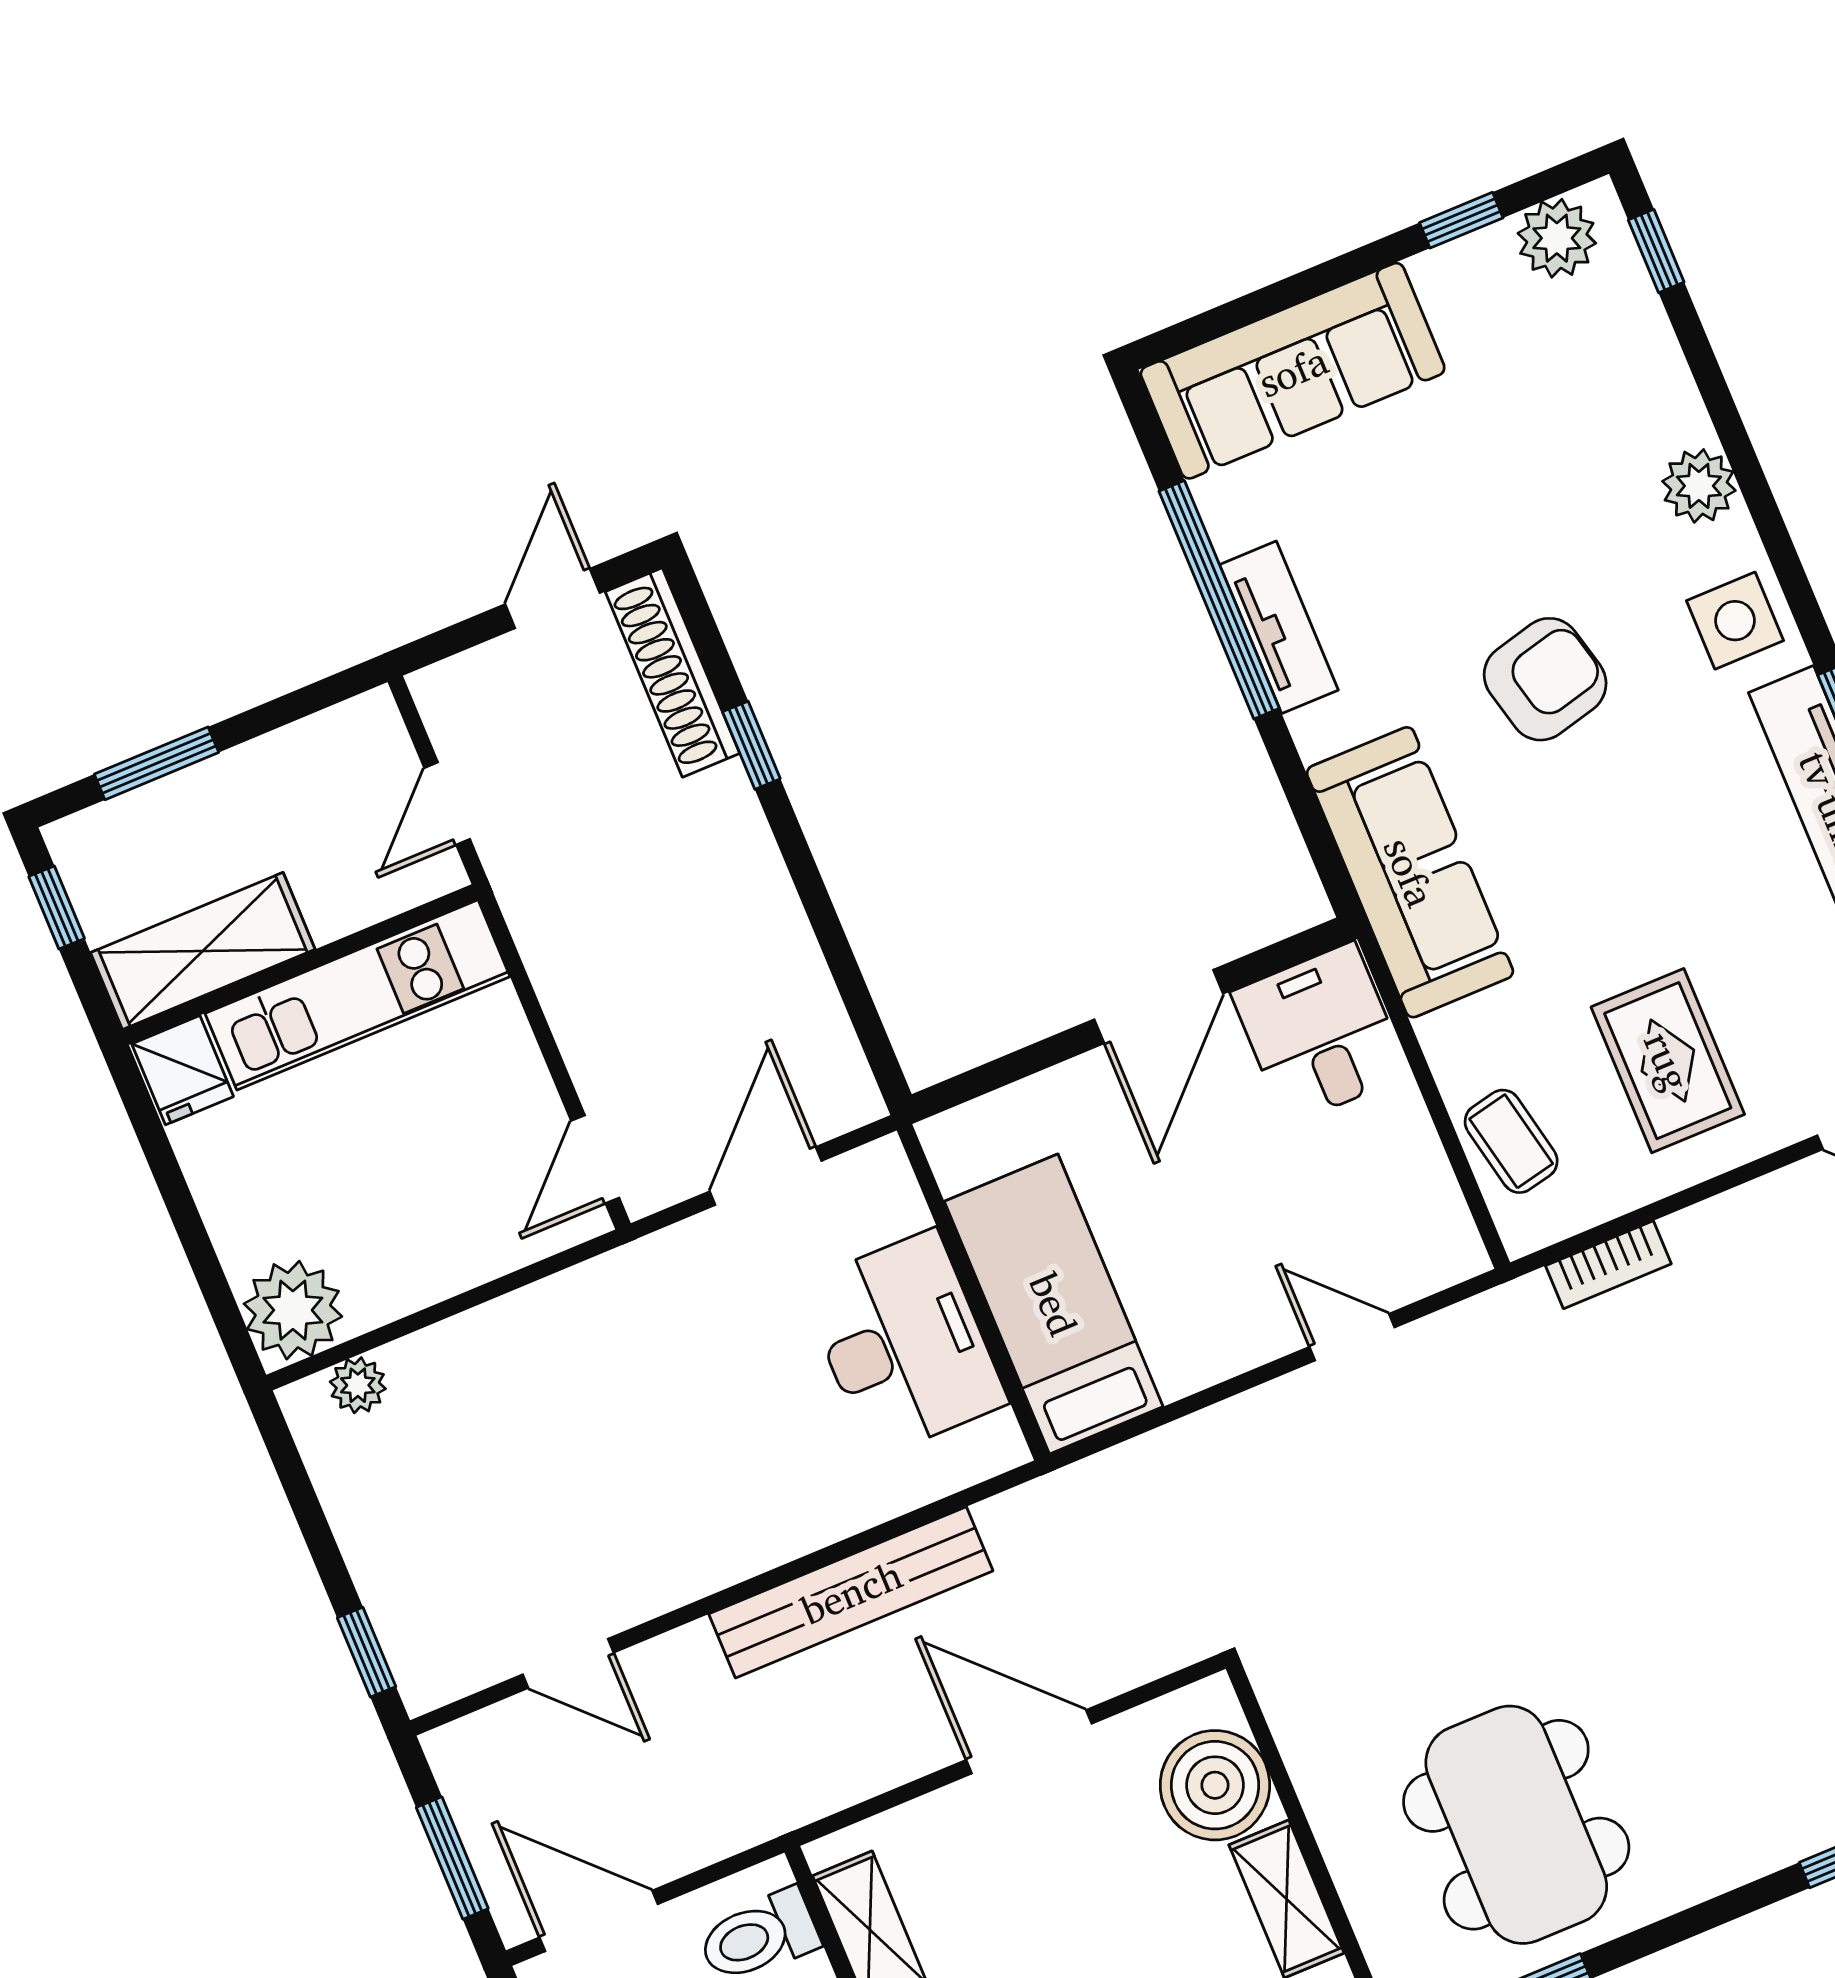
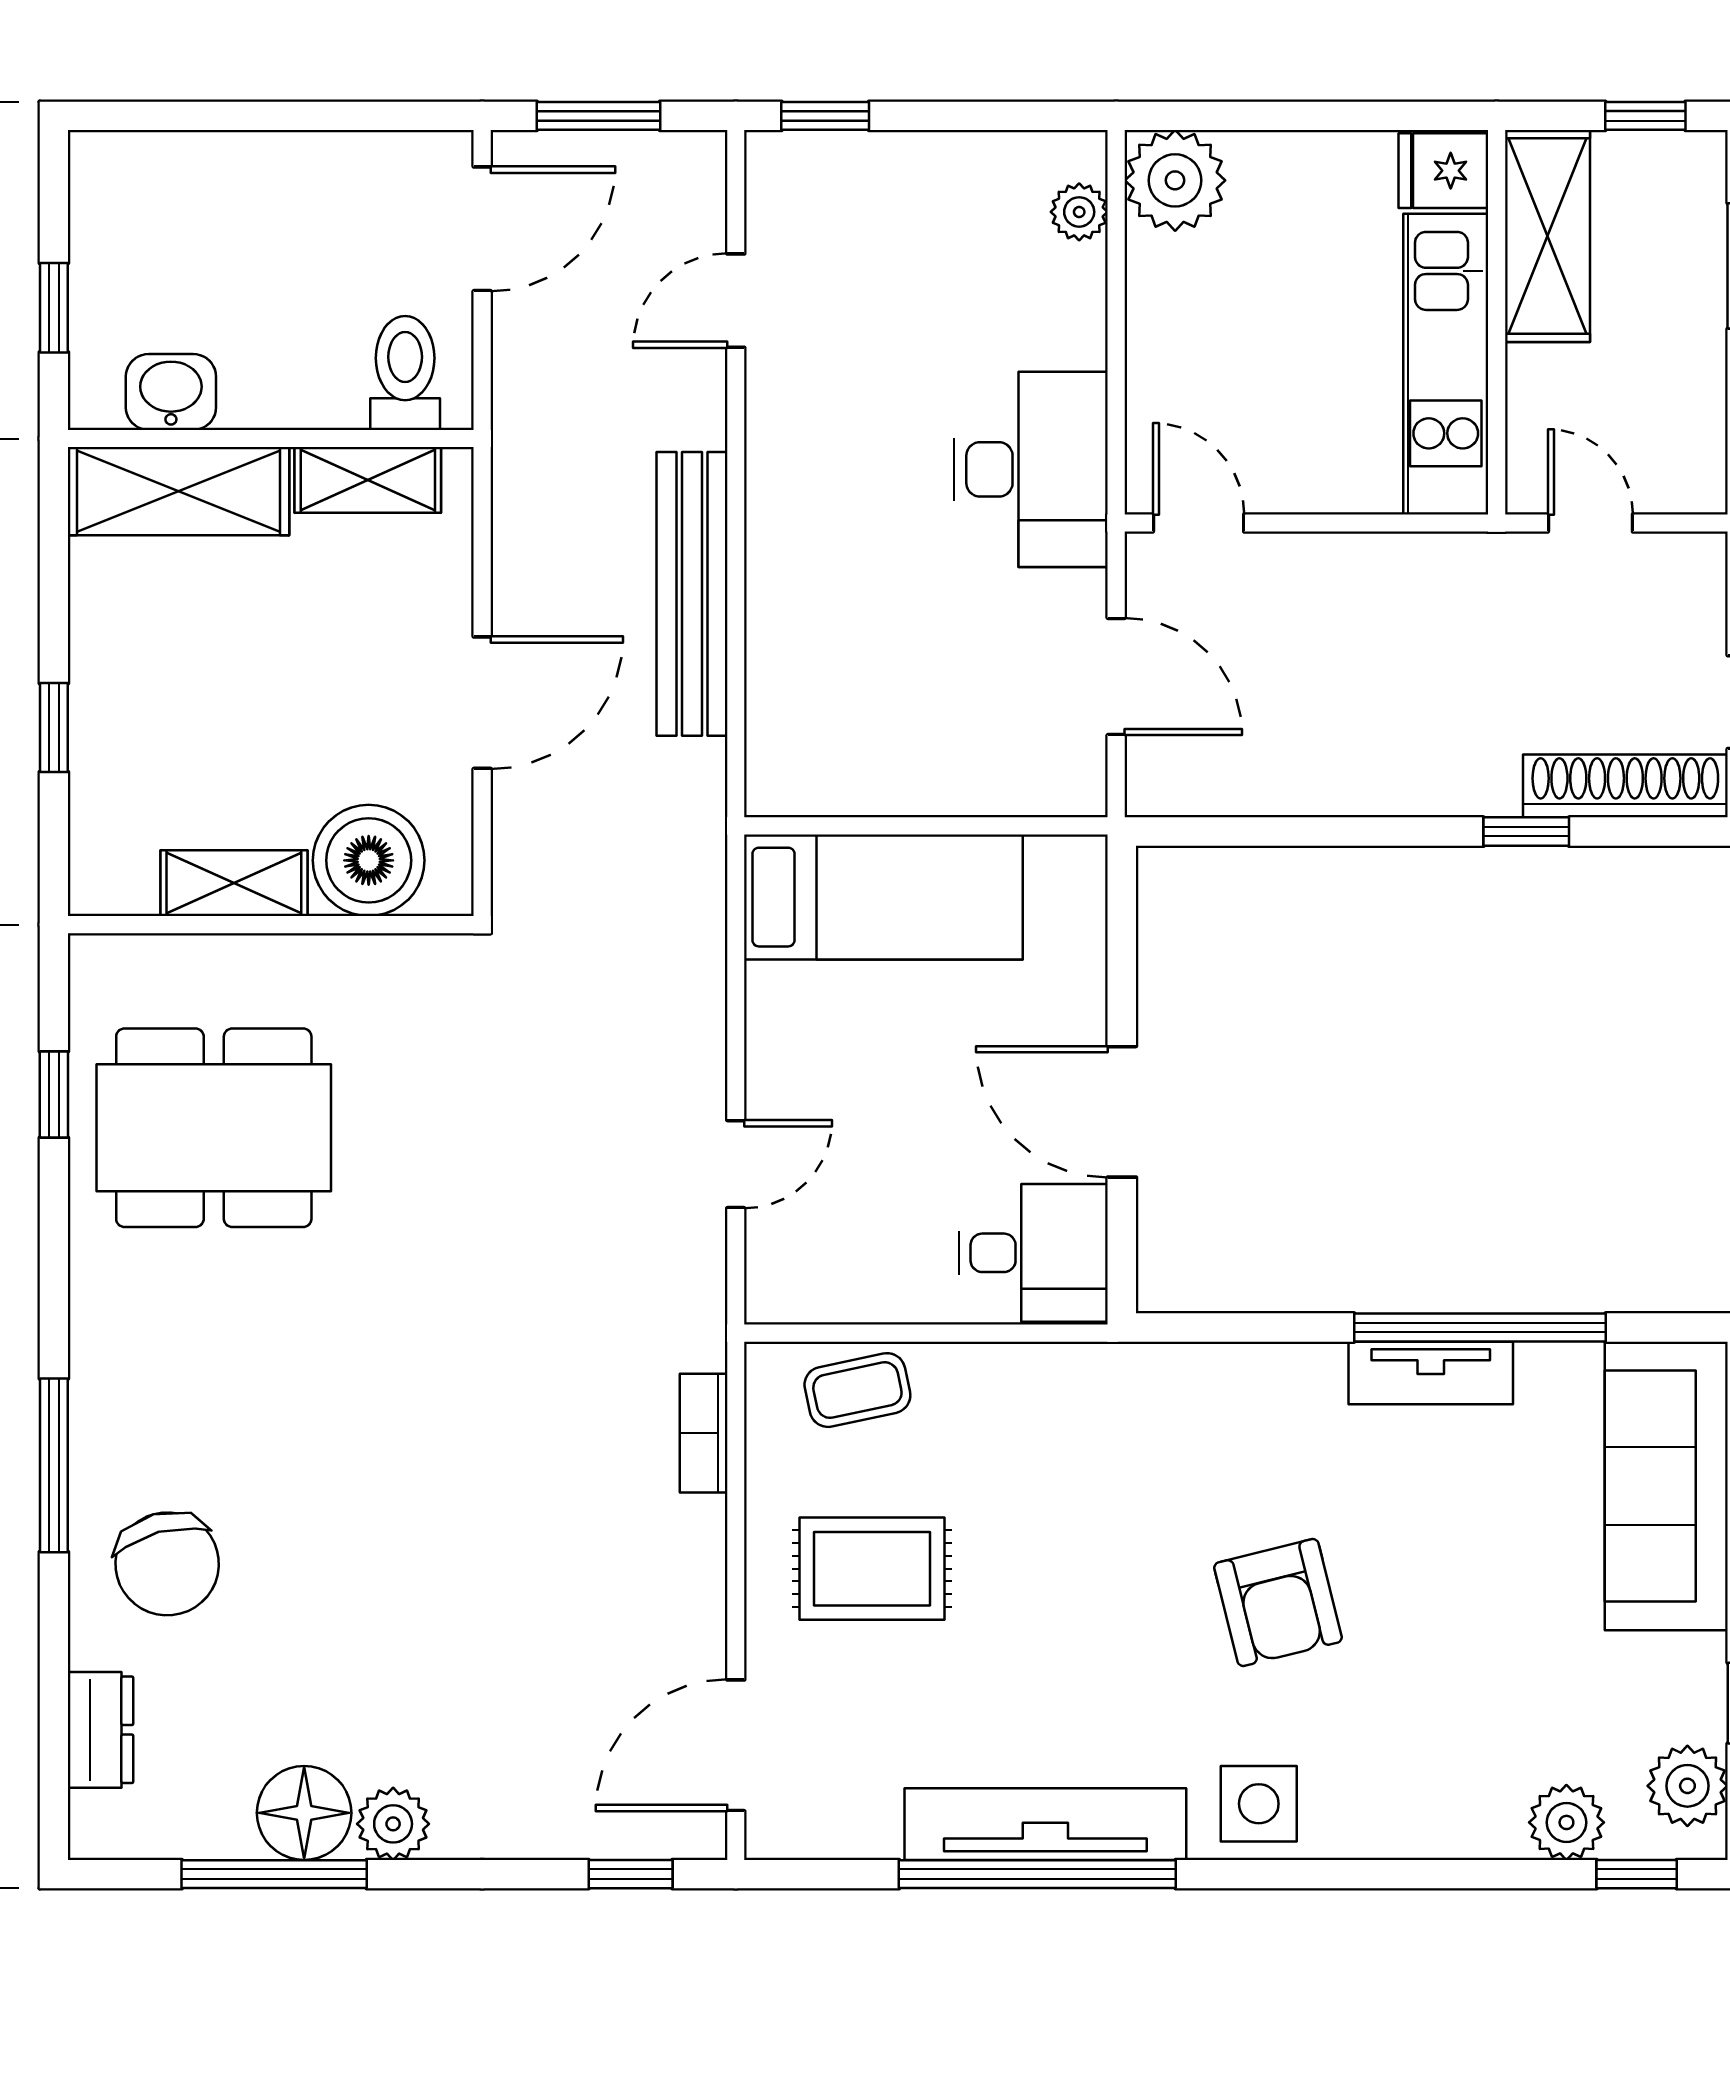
plant: (1699, 486) -> (1566, 1822), moved
sofa: (1410, 872) -> (1150, 1400), removed
desk: (904, 1344) -> (1031, 469), moved, turned -90

